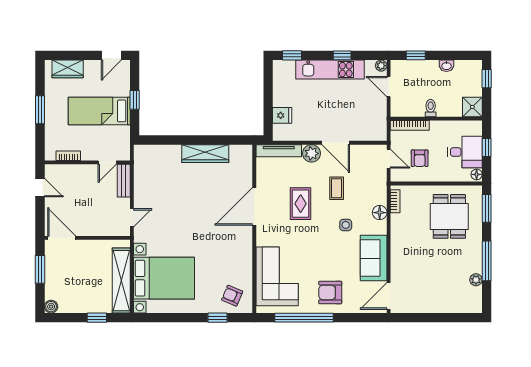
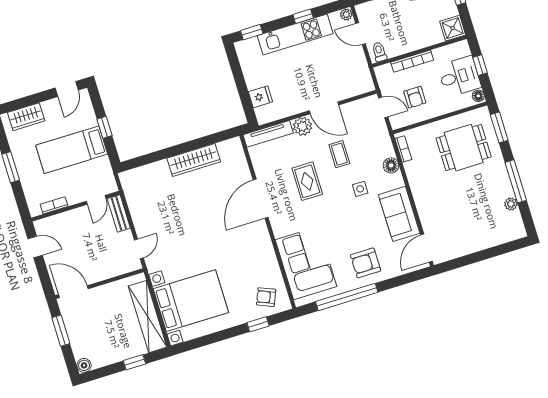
toilet: (431, 108) -> (379, 52), moved
bookcase: (410, 125) -> (412, 61), moved
dining table: (449, 216) -> (464, 148), turned 90

